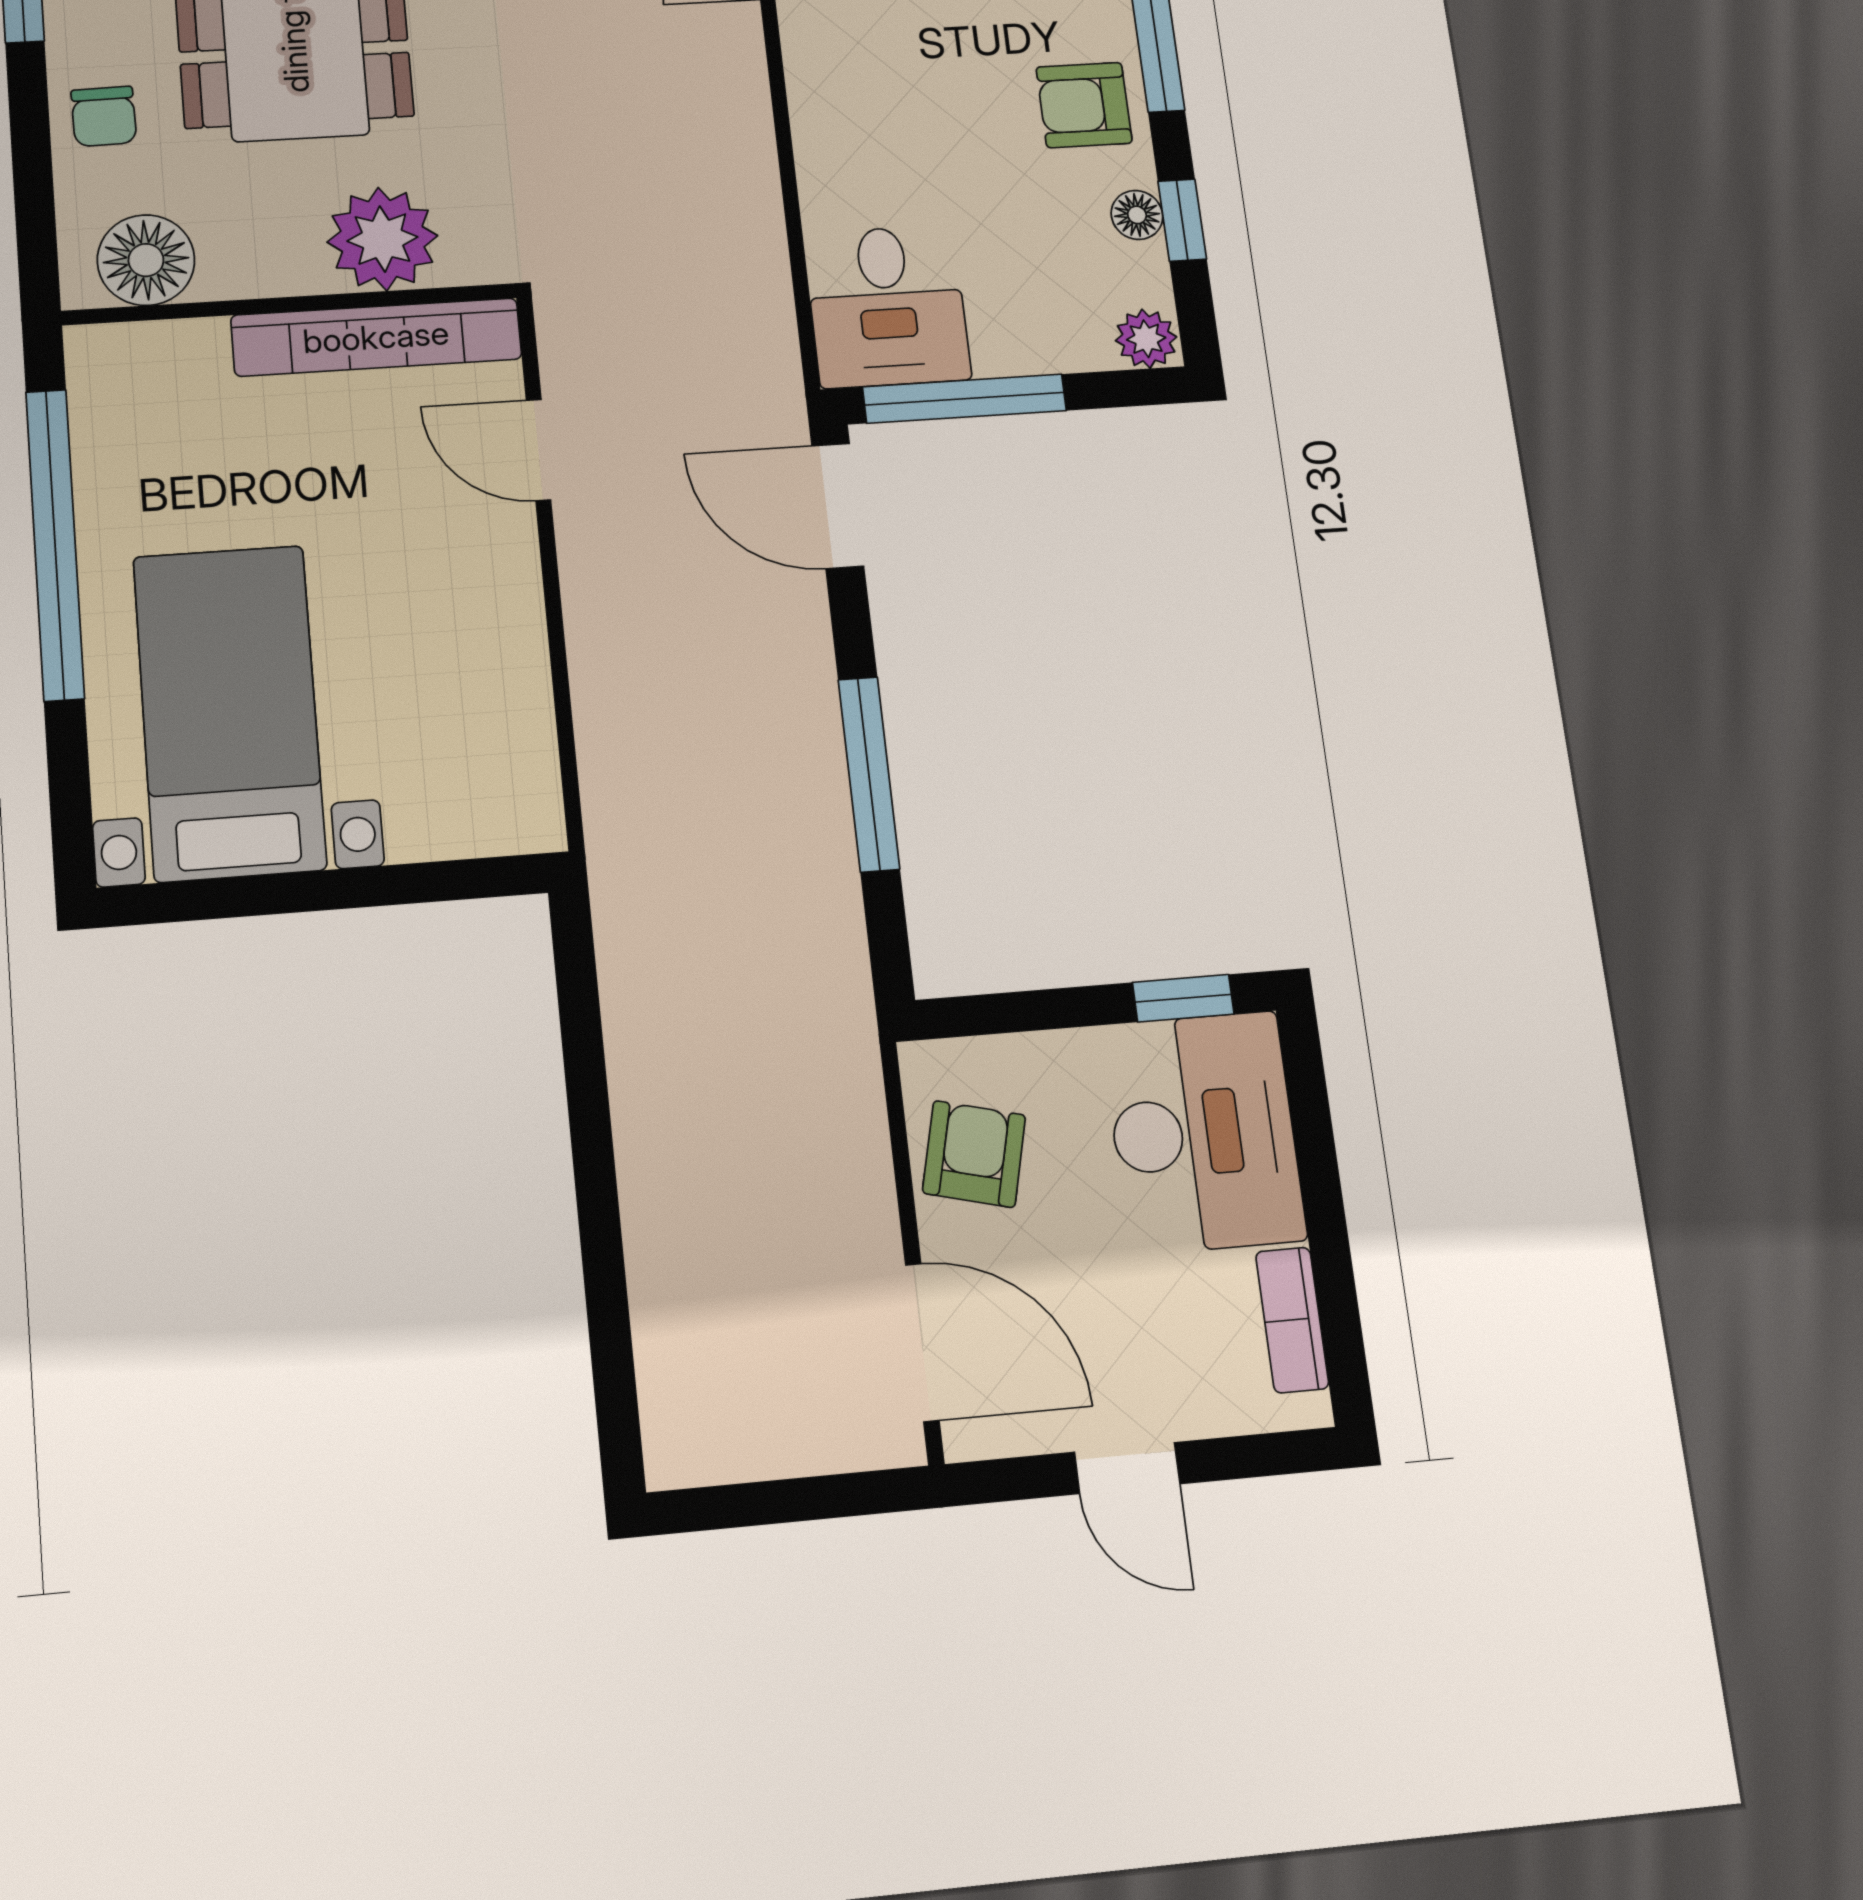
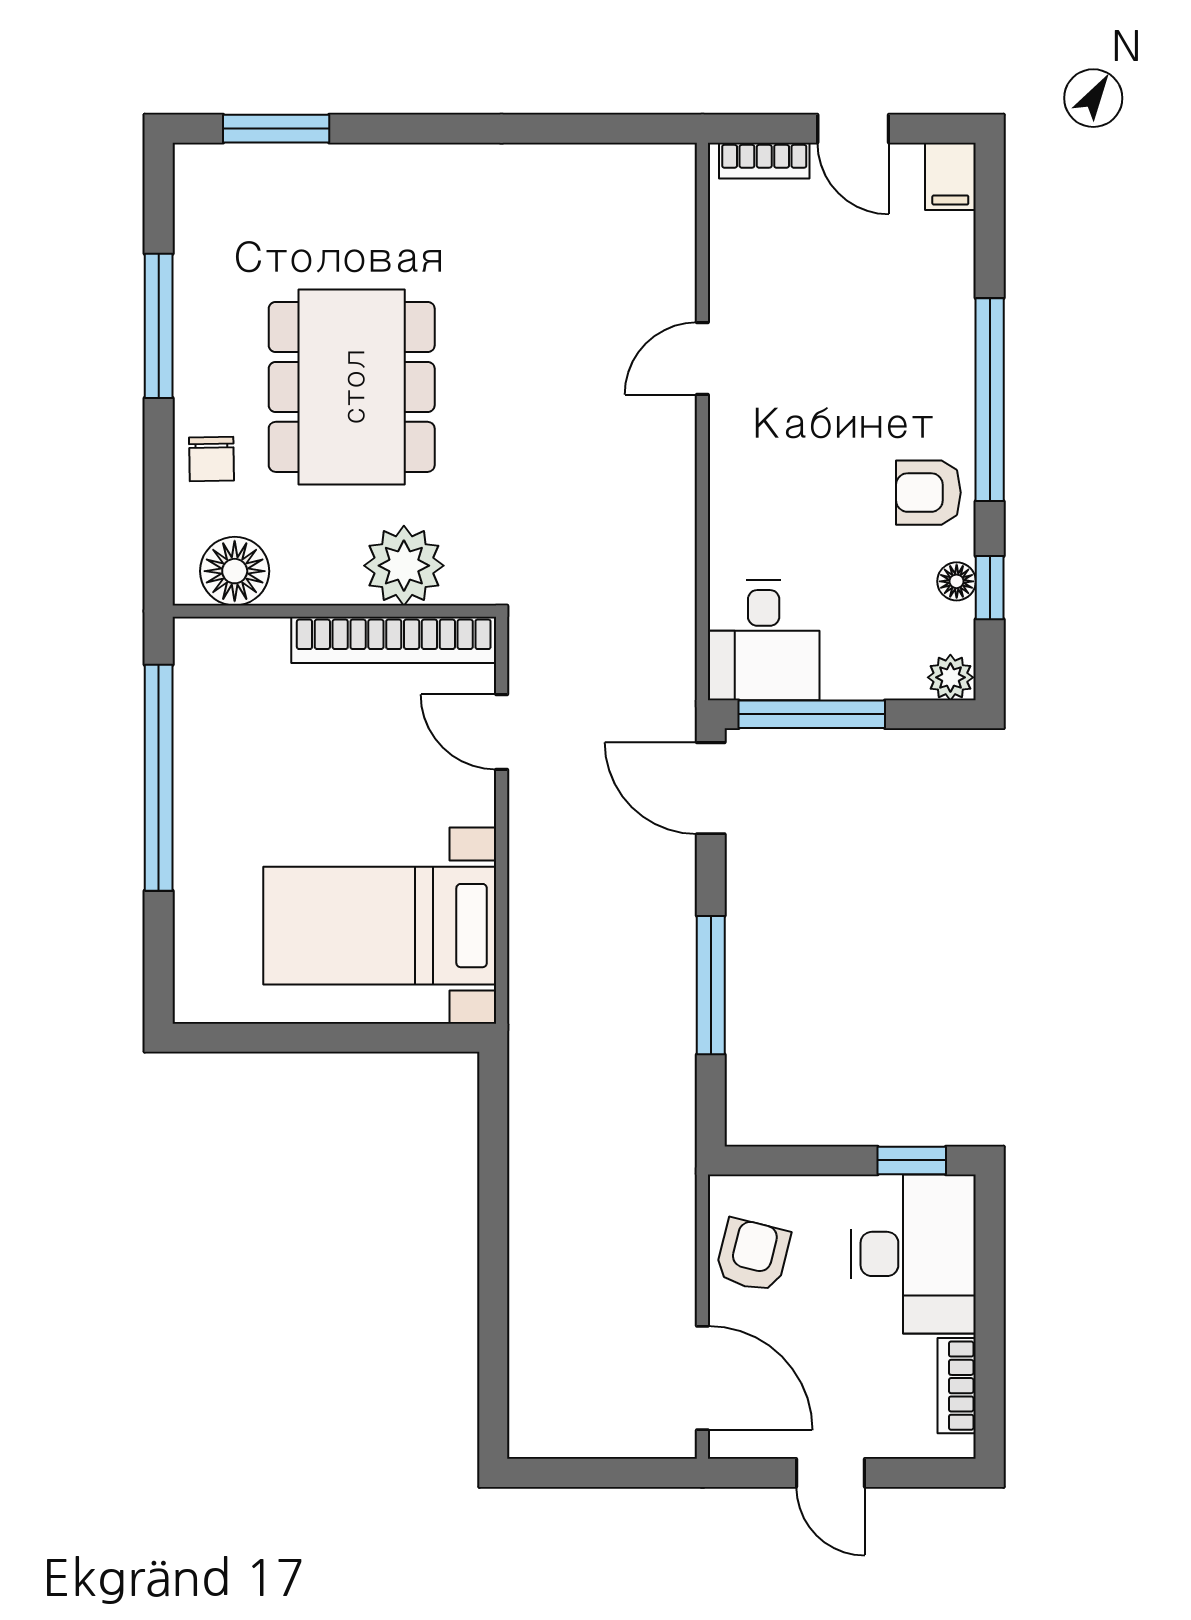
bed with nightstands: (229, 712) -> (380, 926), moved, turned -90

